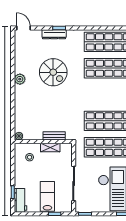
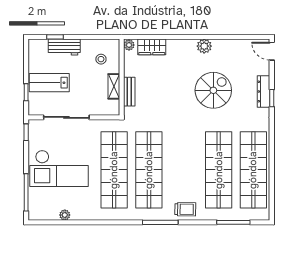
door: (24, 28) -> (272, 51), swing flipped
spiral stairs: (53, 72) -> (213, 90), turned 180
wardrobe: (20, 119) -> (152, 47), added
lab bench: (47, 196) -> (49, 83), turned 180
workbench: (20, 200) -> (64, 47), moved

